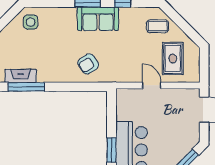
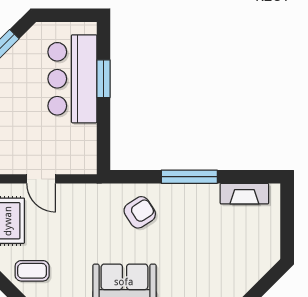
side table: (31, 22) -> (229, 277), removed
window: (26, 87) -> (189, 177), moved

